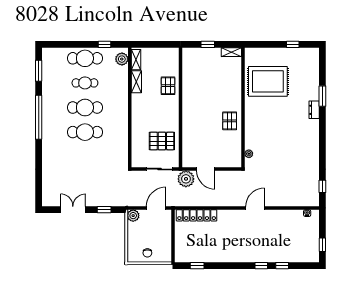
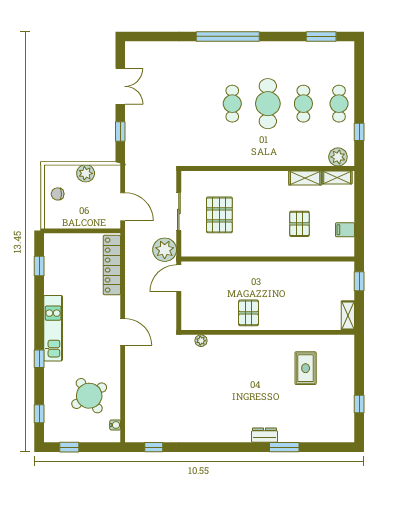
filing cabinet: (172, 54) -> (345, 230), added
cafe table: (85, 58) -> (339, 104), width x0.73, depth x0.74
rug: (268, 81) -> (306, 368), width x0.54, depth x0.49
pallet: (168, 86) -> (299, 224), turned 90
wall: (180, 108) -> (268, 259), moved
window: (39, 117) -> (228, 36), moved
pallet: (230, 121) -> (249, 313), turned 90
cafe table: (85, 132) -> (232, 104), width x0.73, depth x0.74
door: (255, 208) -> (123, 332), moved
plant: (133, 216) -> (86, 173), moved
round table: (287, 231) -> (89, 396), added
kitchen unit: (240, 256) -> (53, 328), added
window: (282, 266) -> (39, 414), moved

